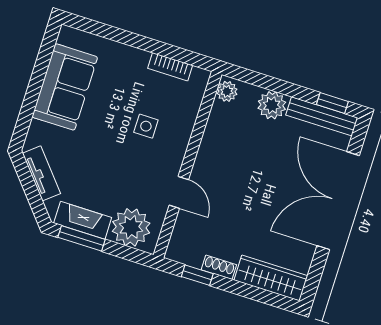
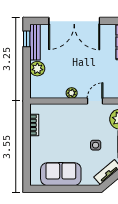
plant: (227, 91) -> (72, 93), moved
side table: (146, 126) -> (96, 145), moved

